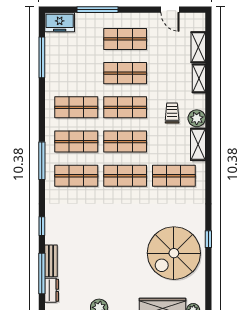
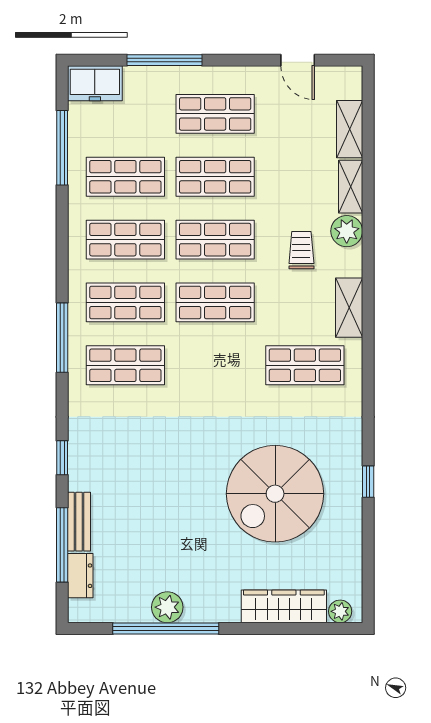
plant: (197, 118) -> (347, 231), moved
shop shelf: (125, 176) -> (125, 177), moved
spiral stairs: (174, 253) -> (275, 494), moved

